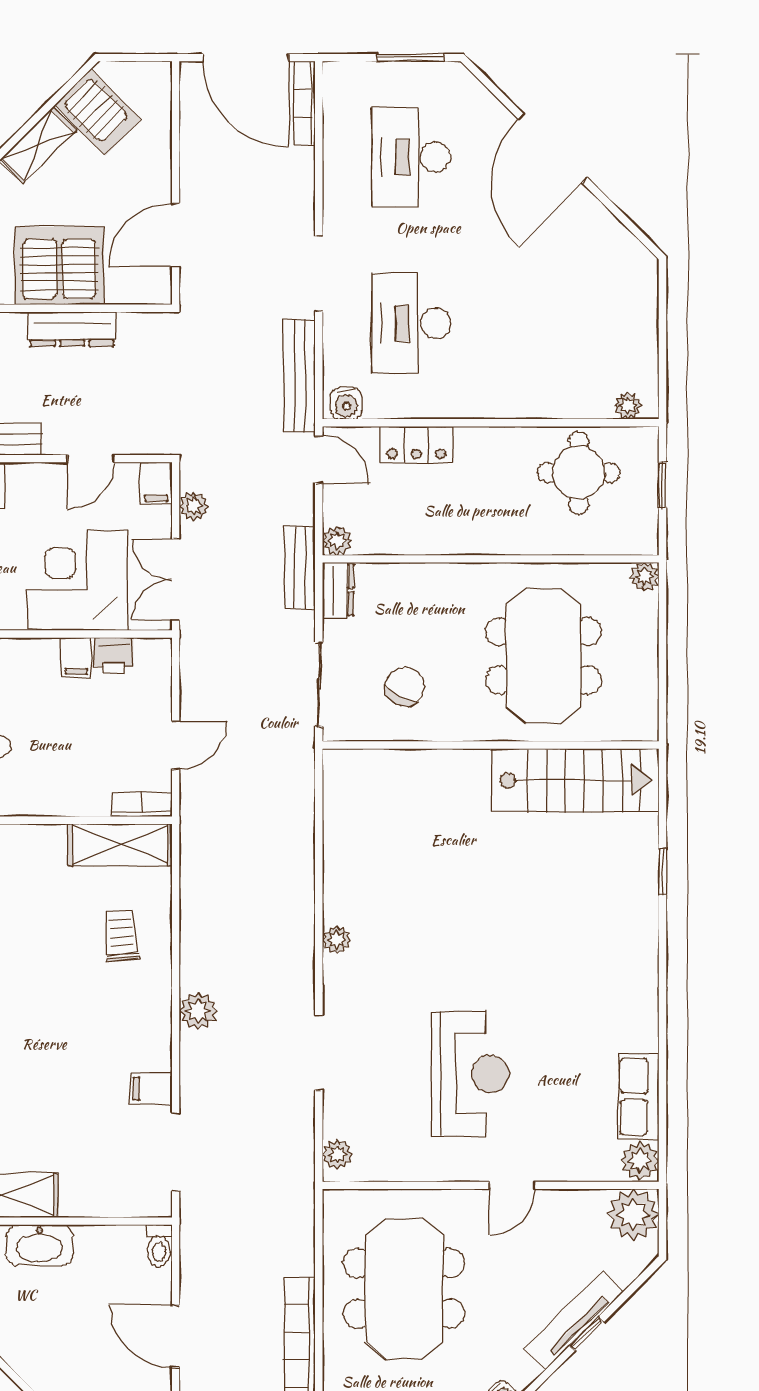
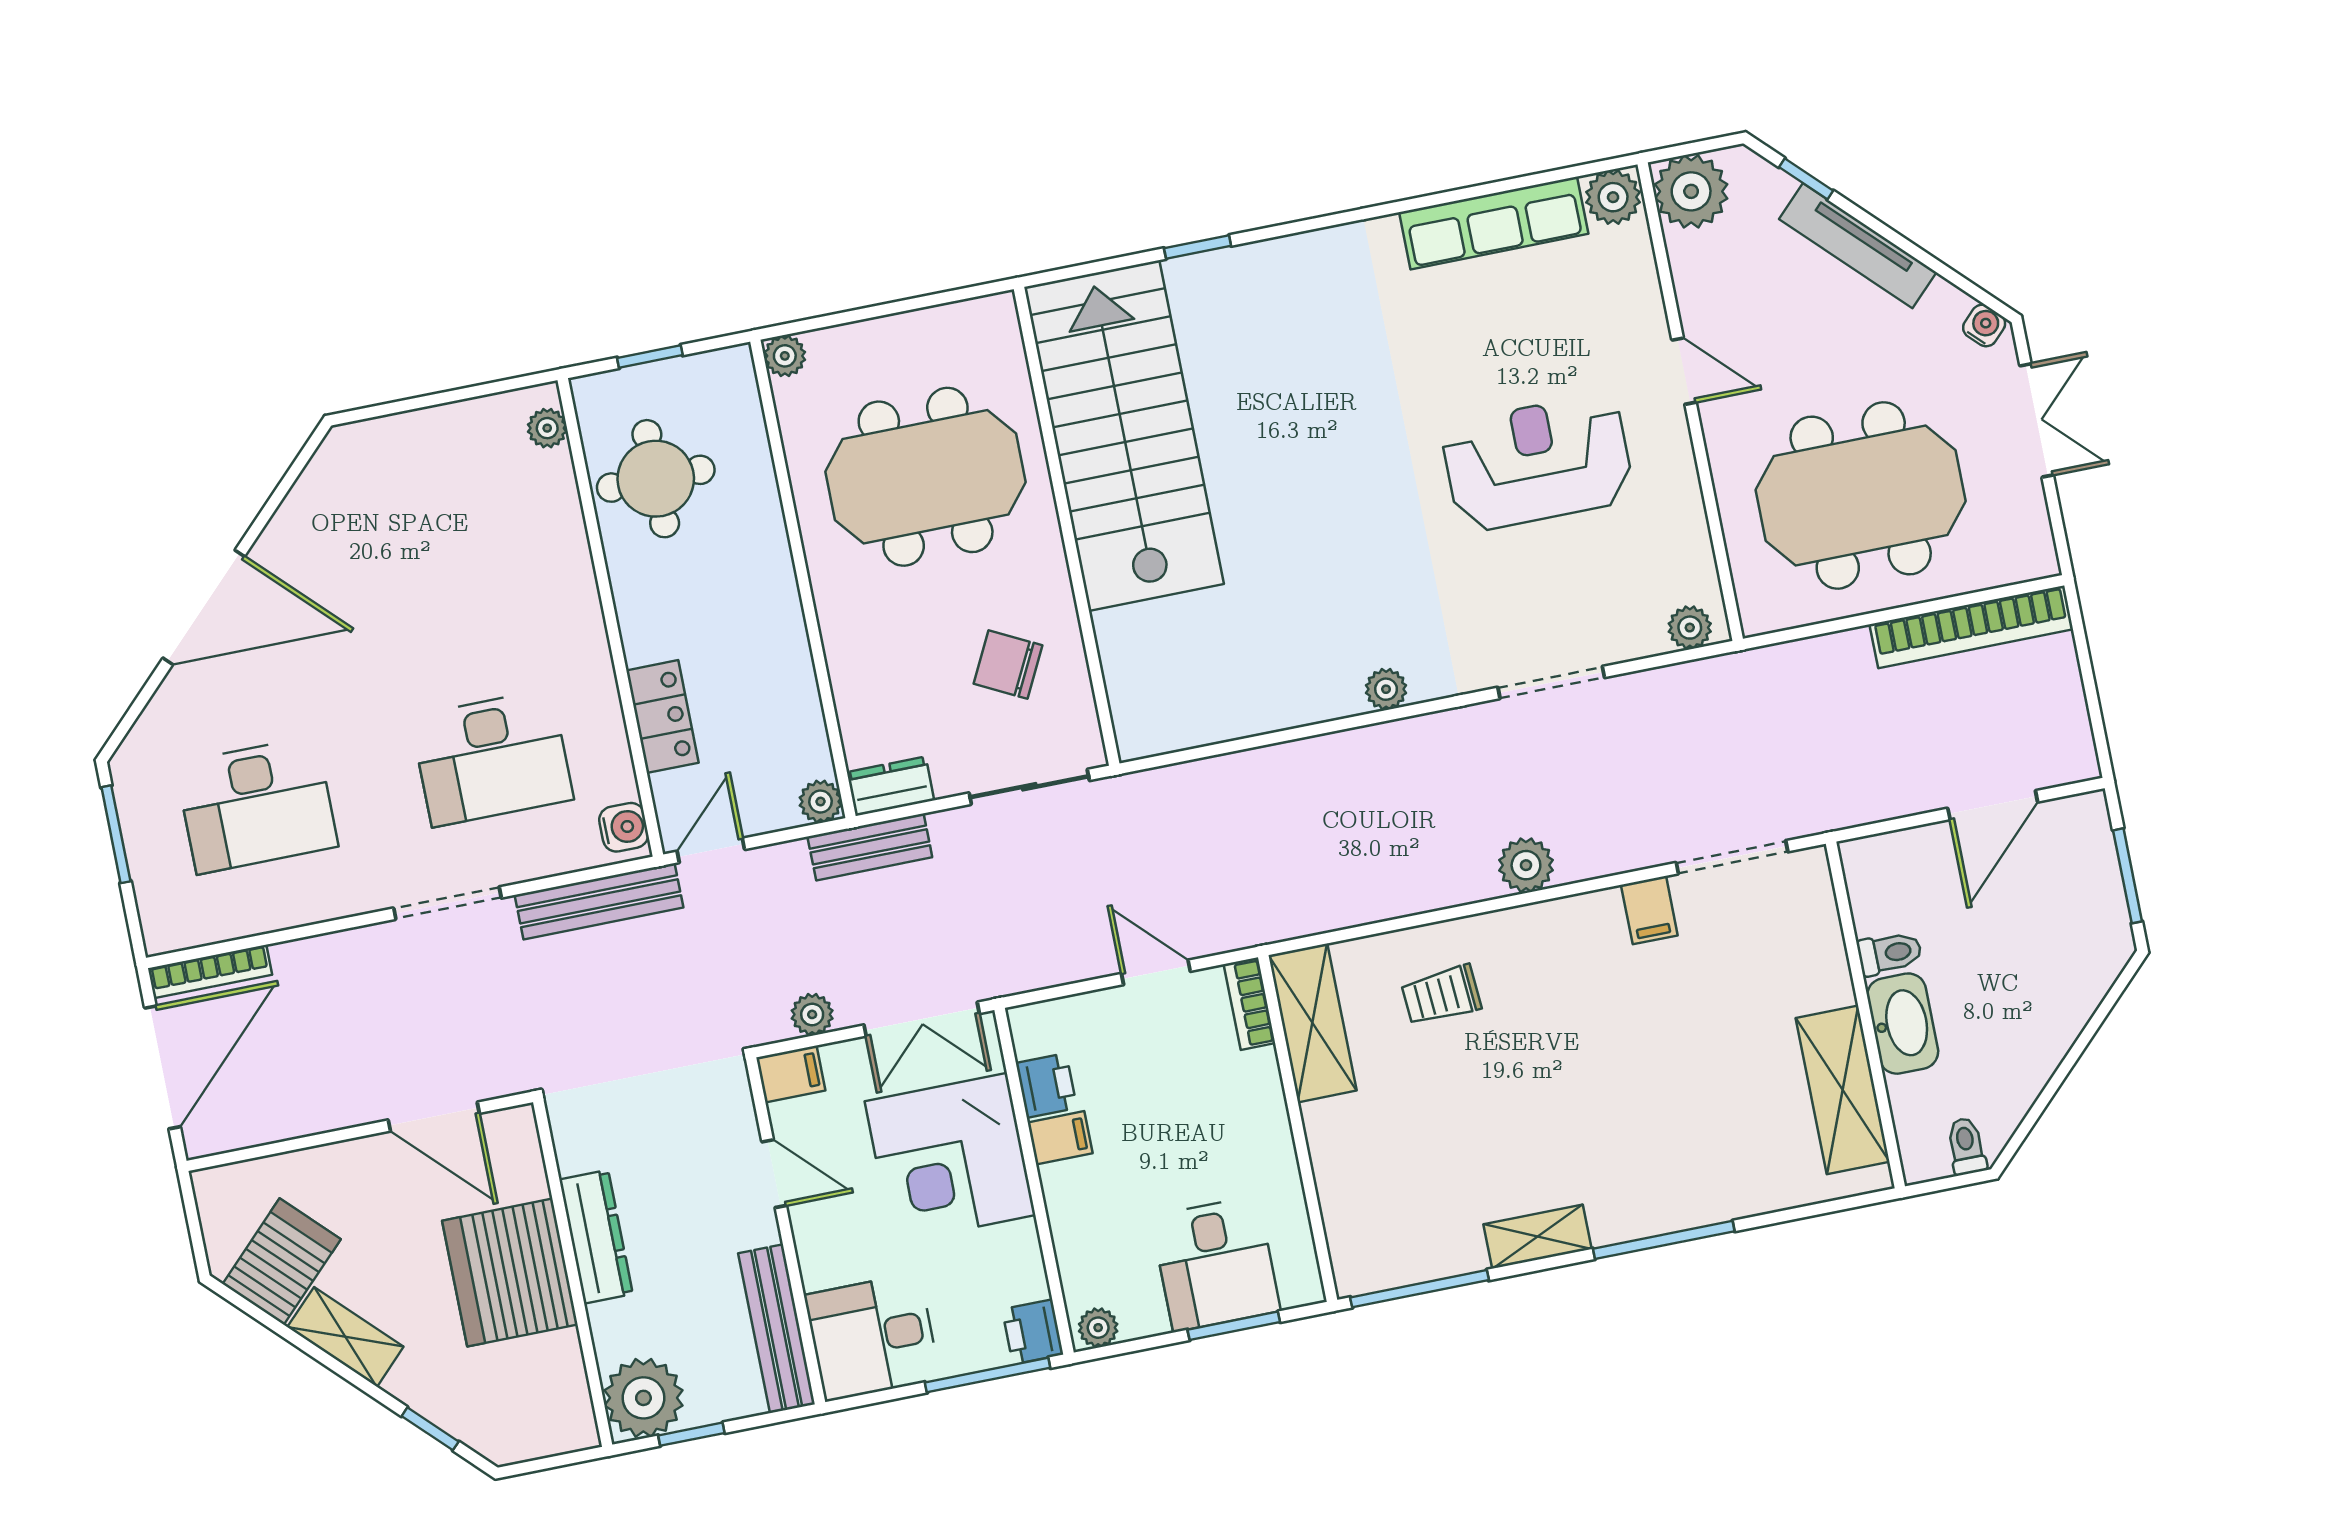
stairs: (575, 780) -> (1124, 436), width x1.36, depth x1.51
row of seats: (639, 1097) -> (1494, 223), width x1.48
toilet: (159, 1246) -> (1890, 953), moved
window: (587, 1334) -> (1806, 179), moved

